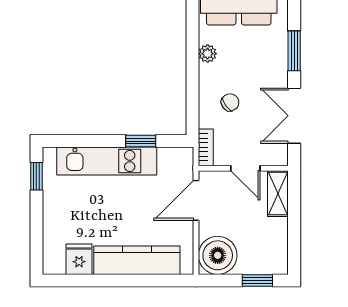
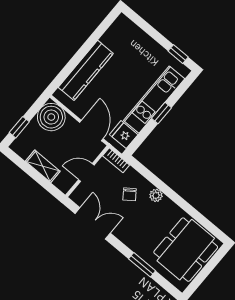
window: (294, 51) -> (142, 265), moved
plant: (208, 54) -> (156, 195), moved
window: (141, 141) -> (162, 113), moved
shelving: (278, 194) -> (43, 166), moved
fridge: (79, 259) -> (124, 135), moved, turned 180

